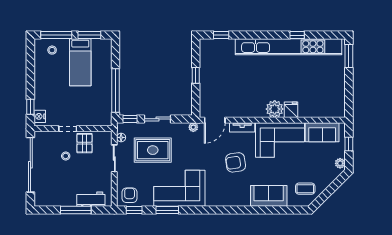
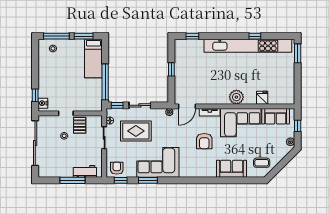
bed: (80, 62) -> (93, 59), moved
fridge: (291, 110) -> (262, 98), moved
armchair: (236, 162) -> (204, 141), turned -81

